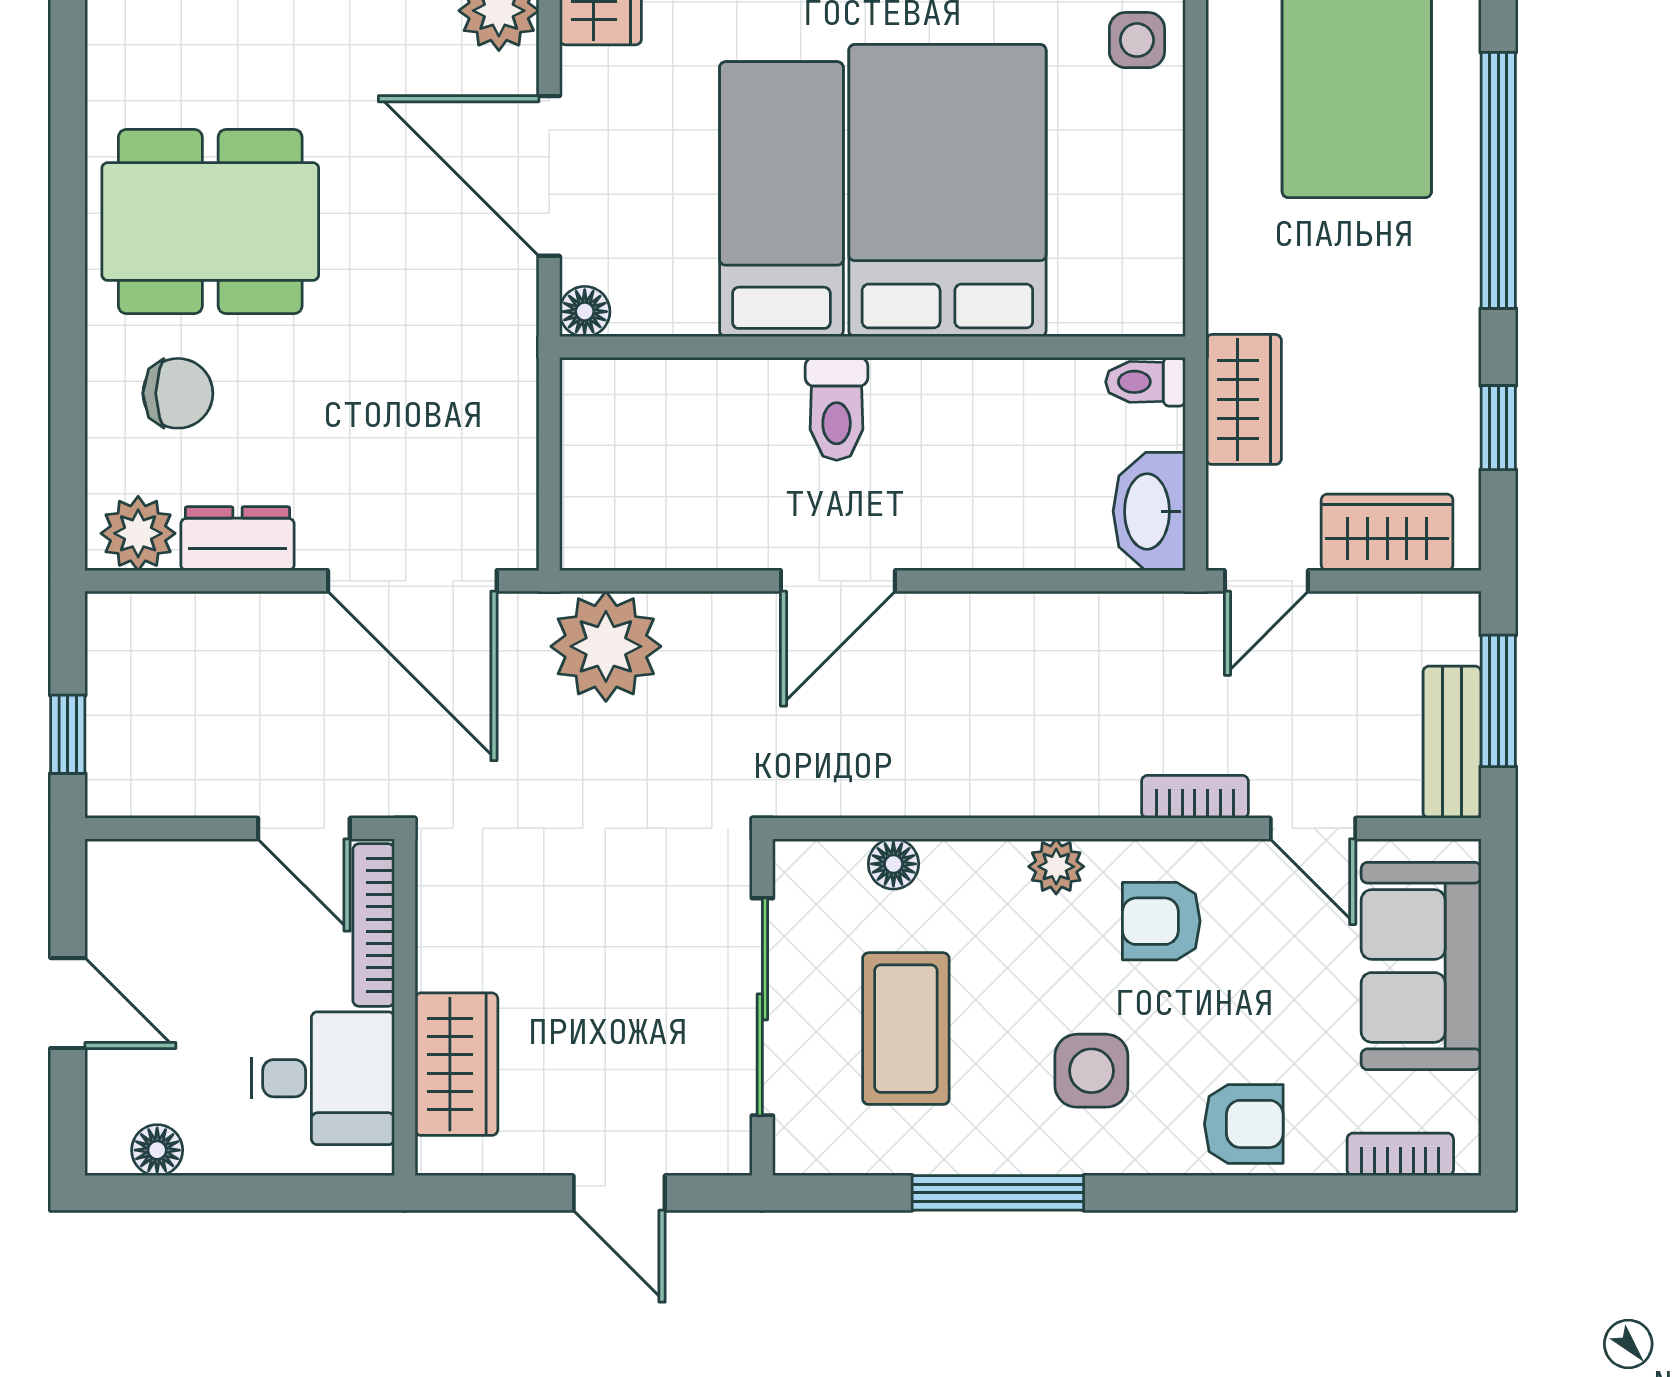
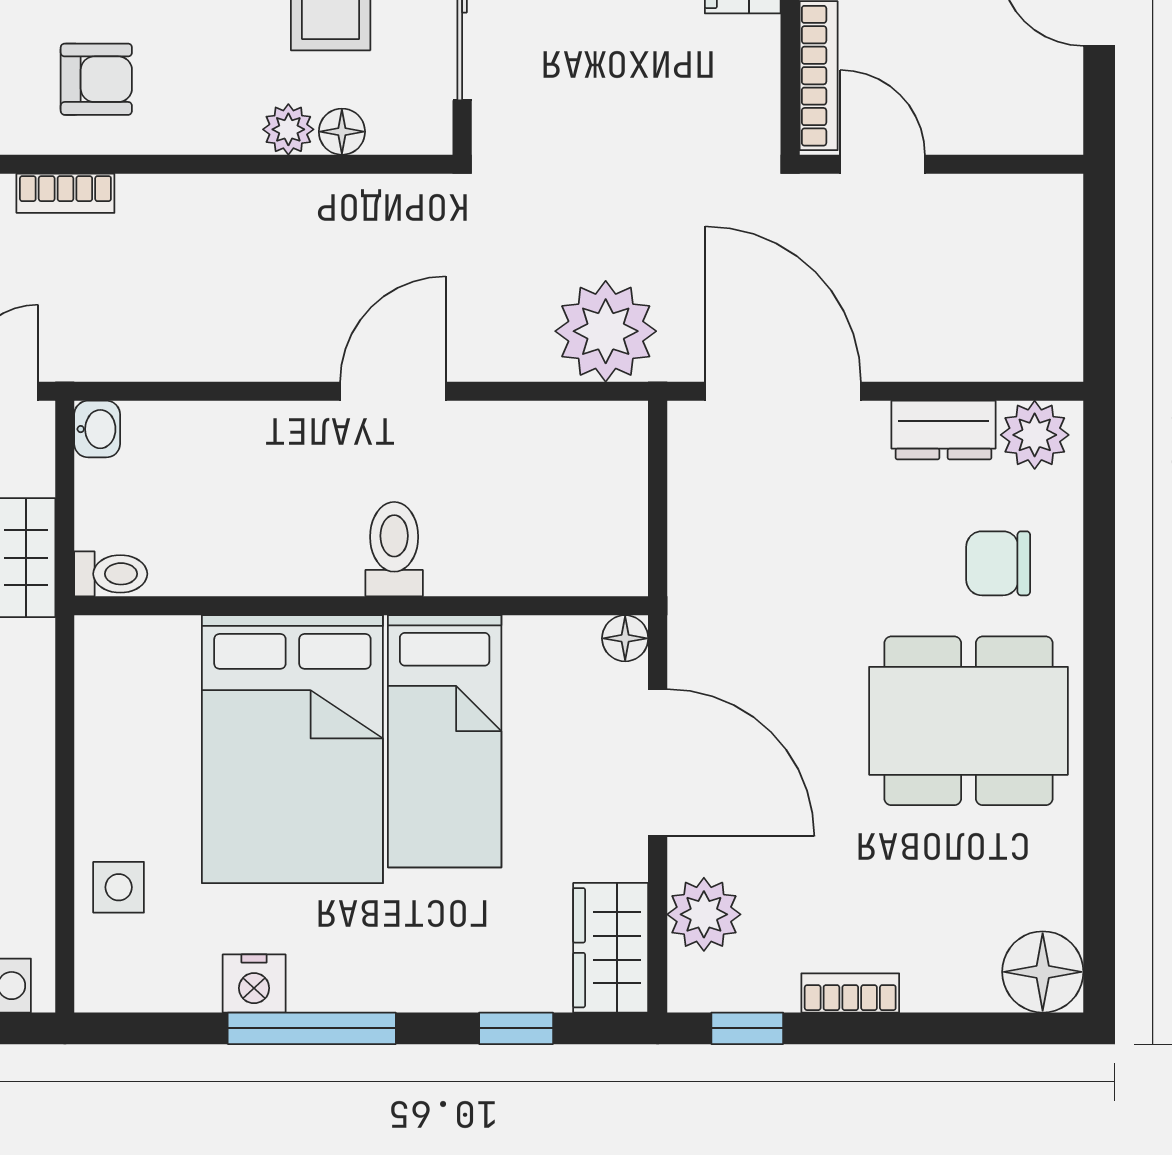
washbasin: (1149, 511) -> (97, 429), width x0.52, depth x0.69
window: (68, 734) -> (1099, 251), removed
plant: (1056, 867) -> (288, 129), moved

